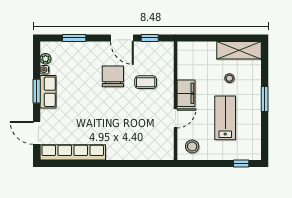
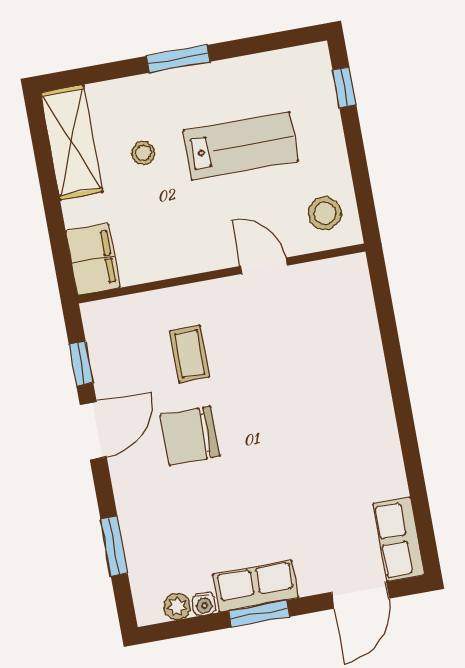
filing cabinet: (186, 93) -> (93, 259), moved, turned 90
lab bench: (225, 118) -> (241, 146), turned 180
row of seats: (73, 152) -> (398, 539), width x0.50

